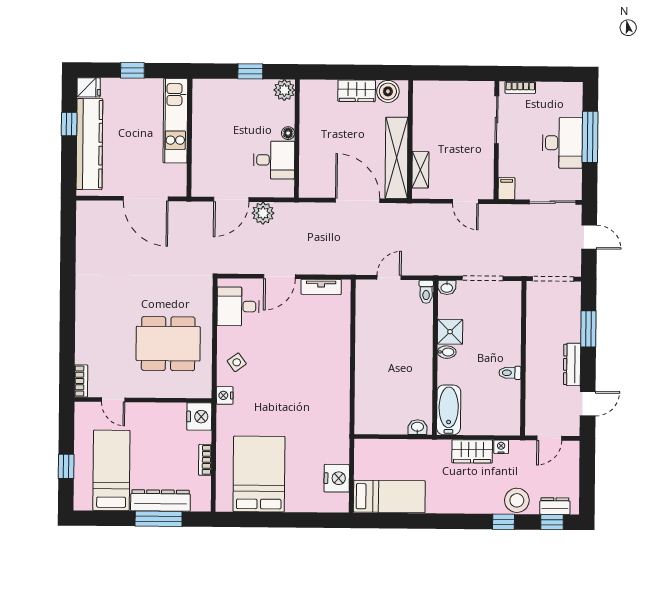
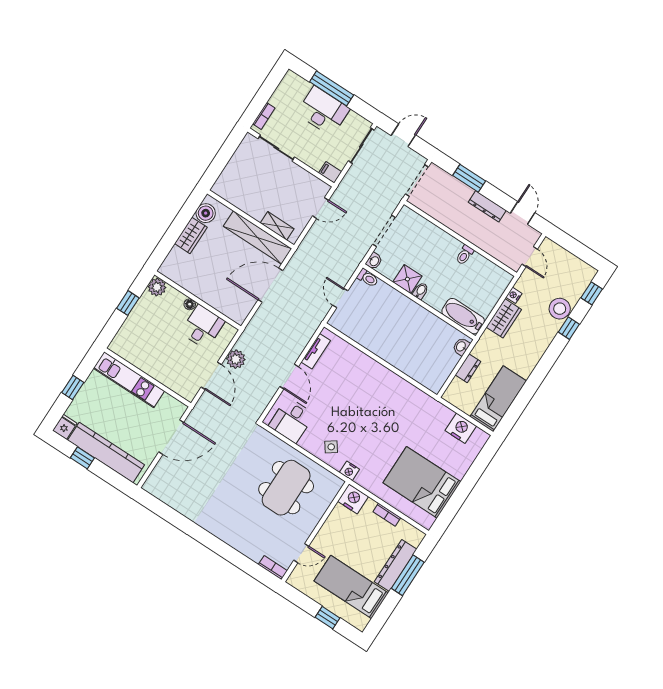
dresser: (555, 506) -> (468, 368), moved, turned 180

